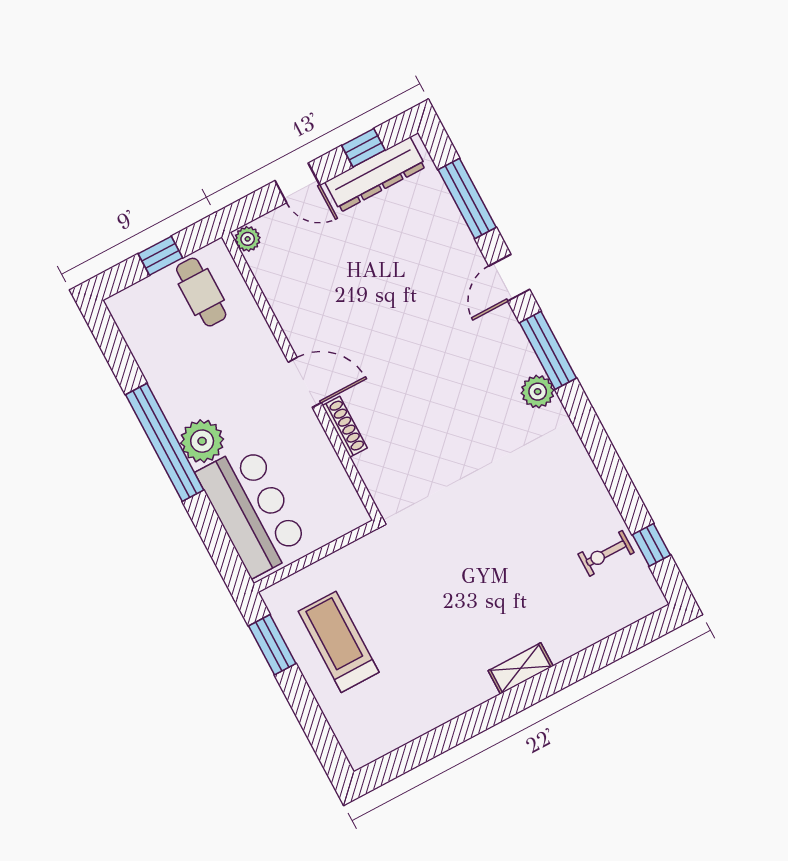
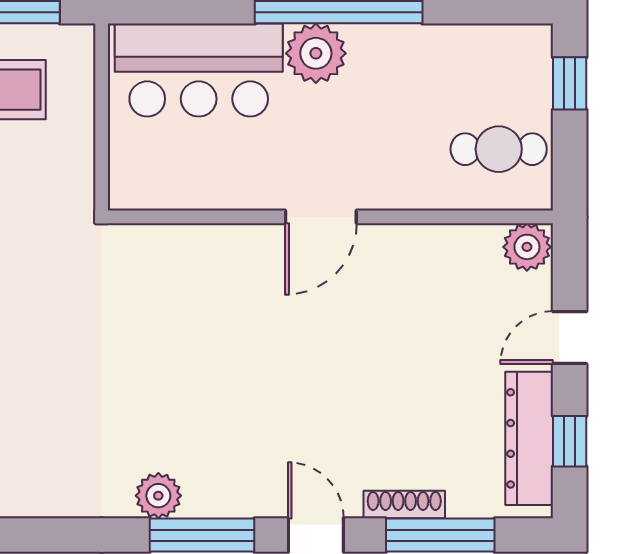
plant: (248, 239) -> (527, 247), width x1.38, depth x1.38
window: (160, 256) -> (570, 83), moved
shoe rack: (345, 427) -> (404, 505), moved, turned 180

